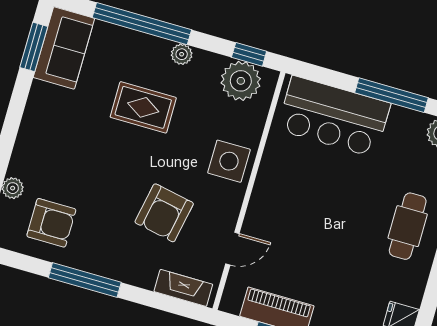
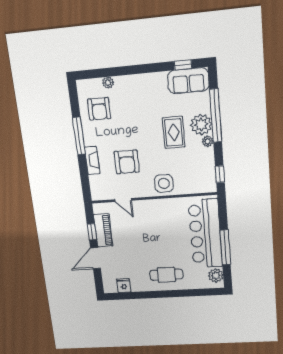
window: (34, 47) -> (183, 65), width x0.67
plant: (241, 81) -> (201, 124), moved
bar counter: (334, 117) -> (205, 234), width x1.36
armchair: (164, 213) -> (127, 162), turned -101
fireplace: (183, 288) -> (92, 160), moved

